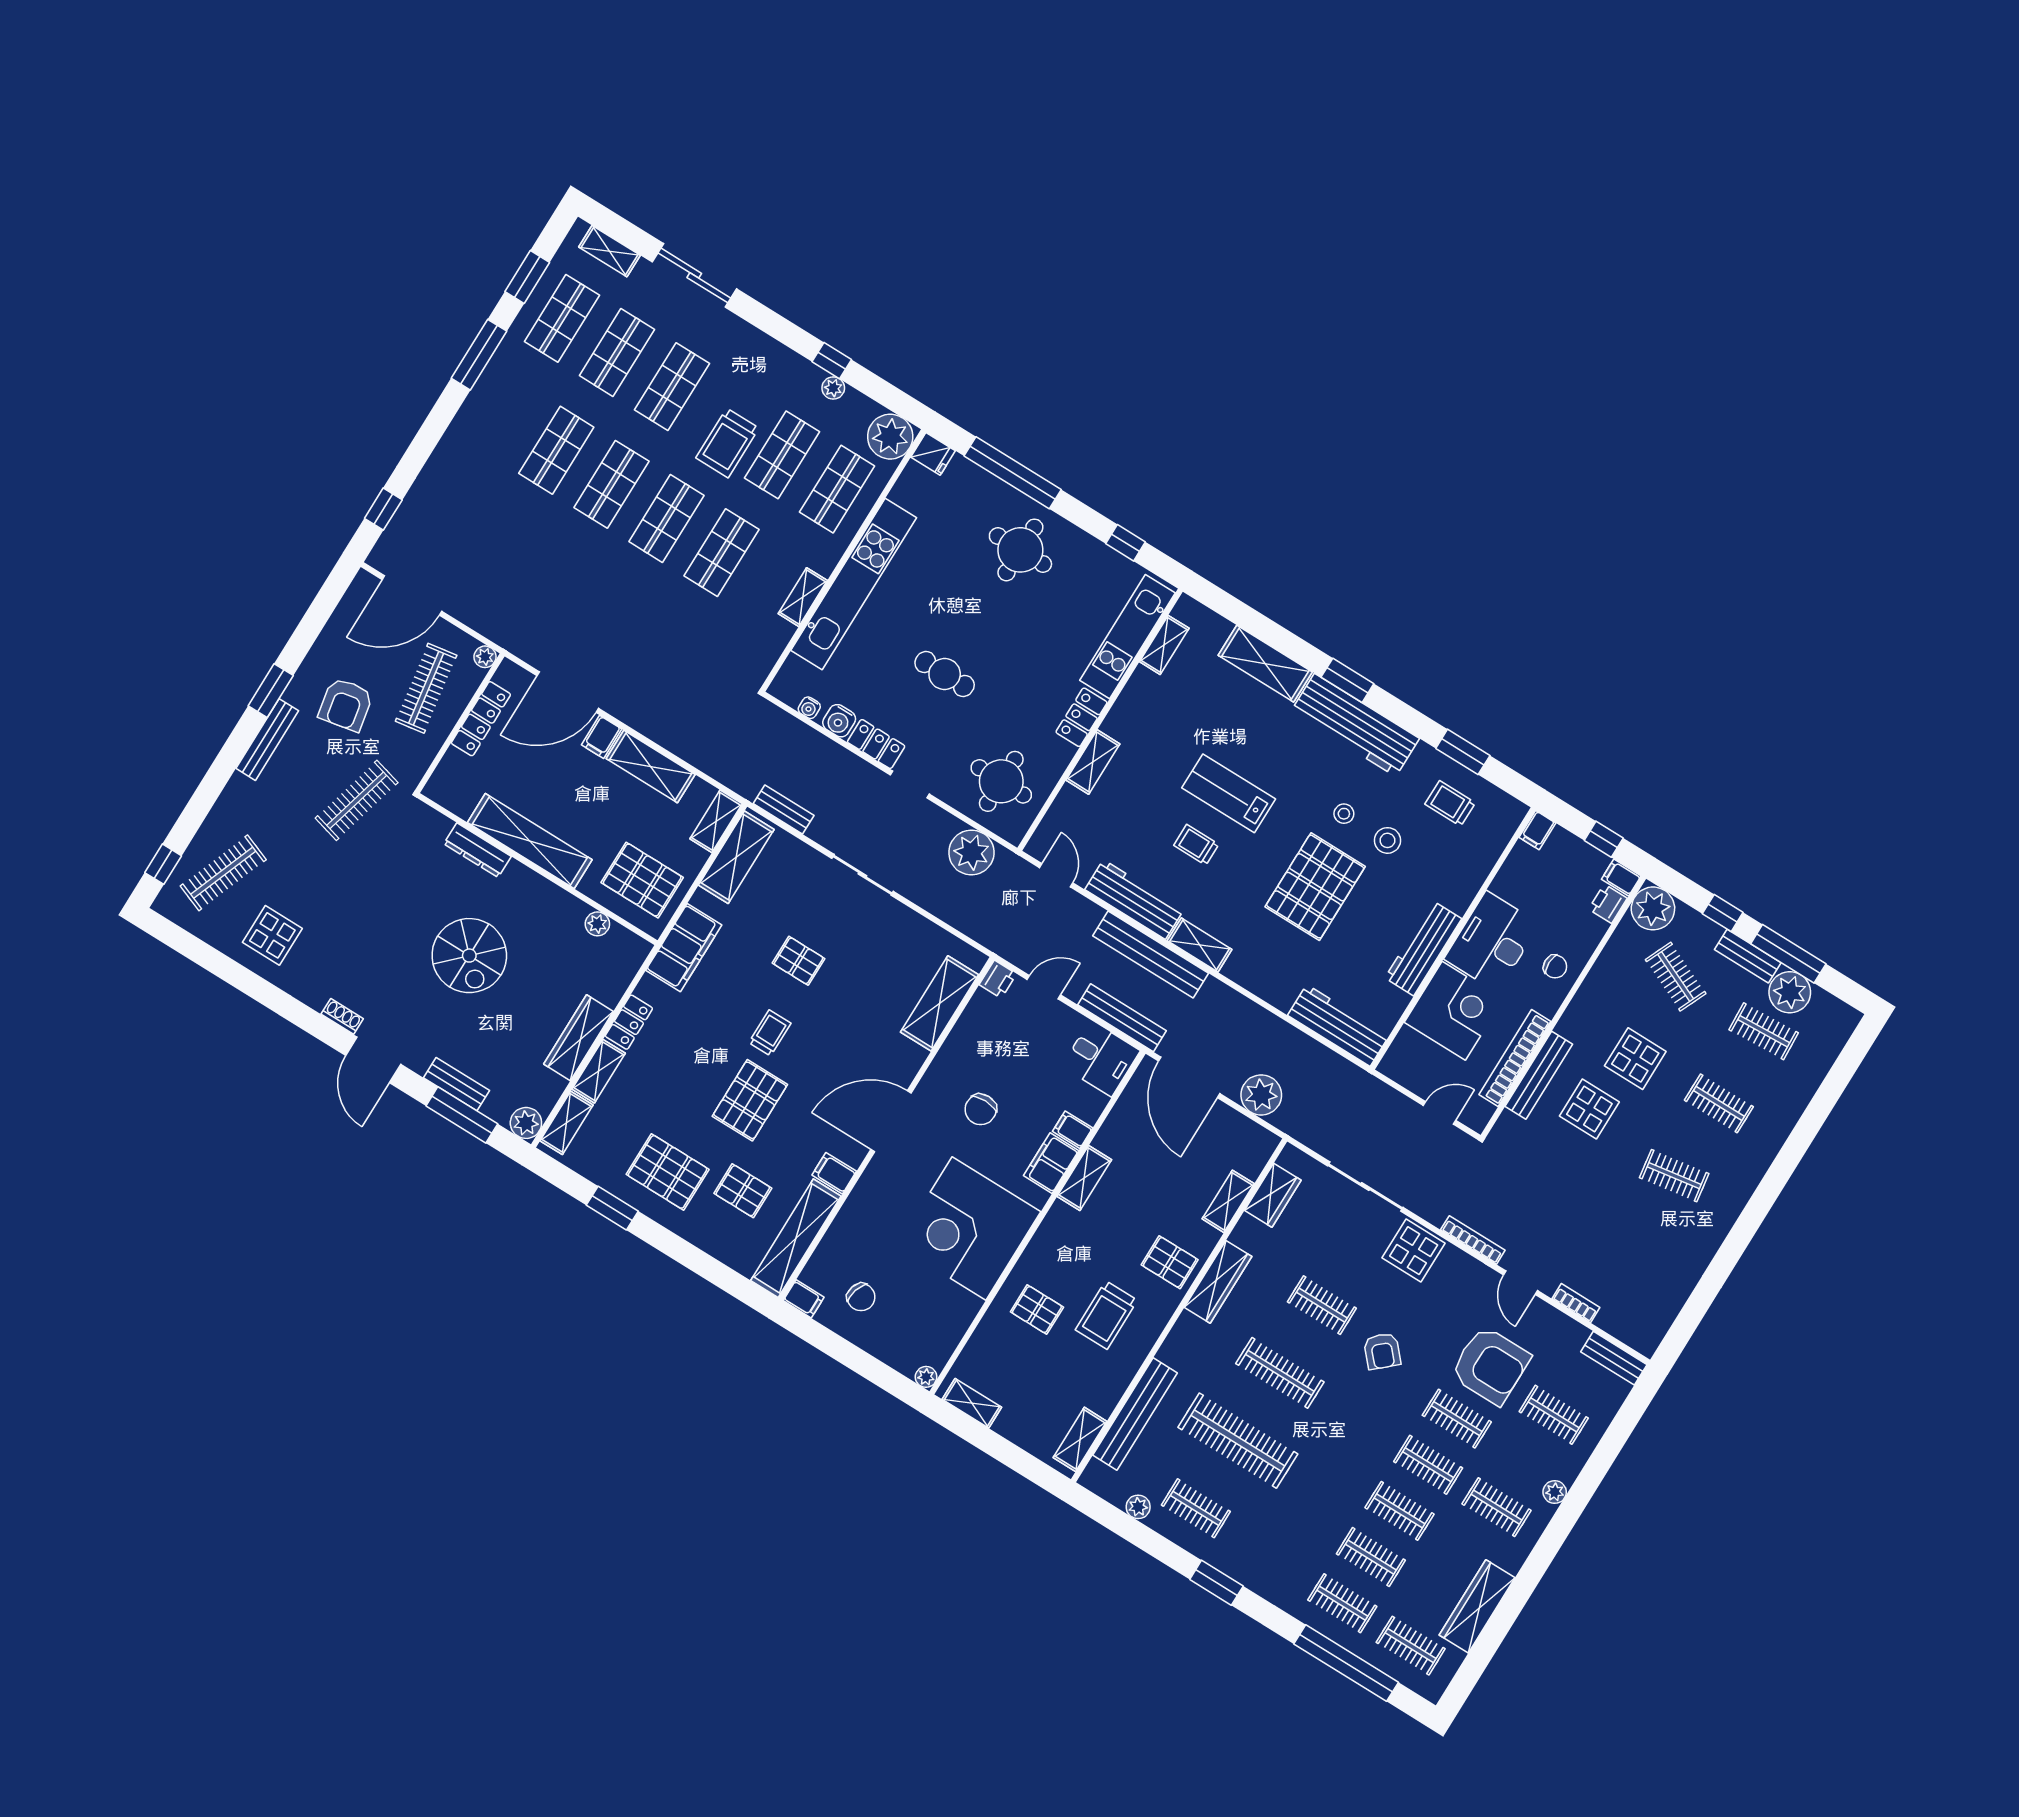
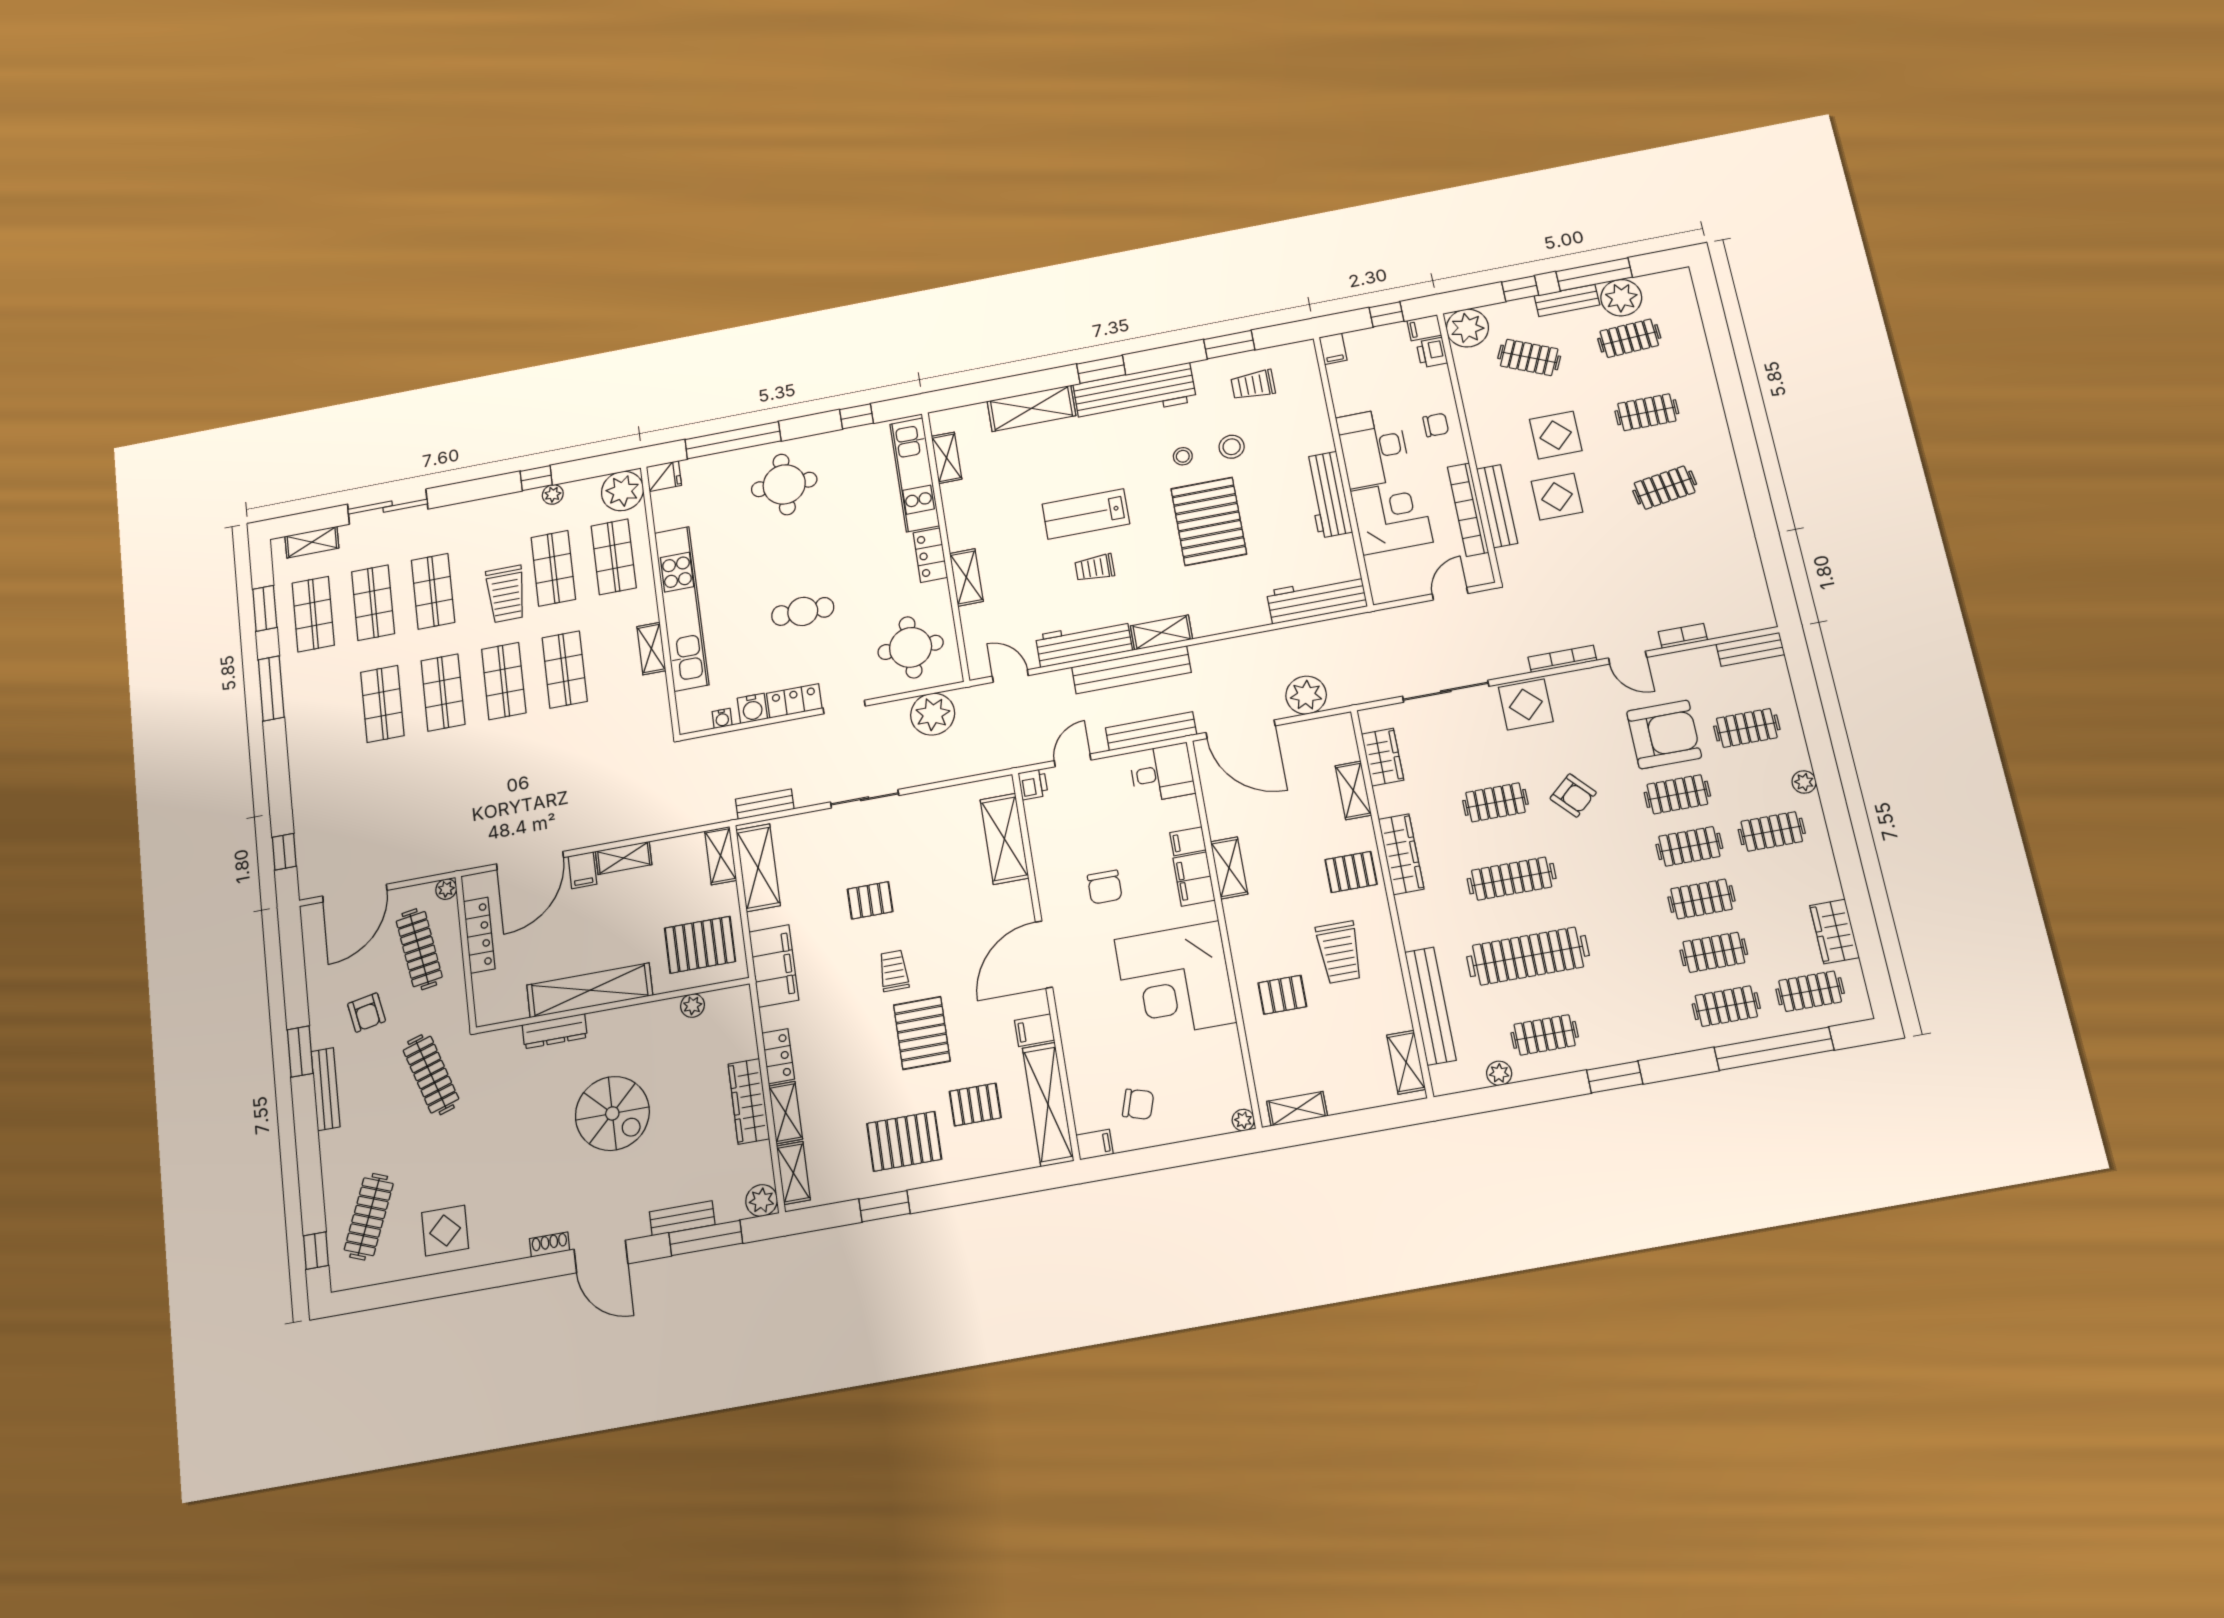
armchair: (346, 705) -> (366, 1013), width x0.72, depth x0.72
shelving: (651, 766) -> (624, 858), width x0.67, depth x0.75
clothes rail: (357, 800) -> (431, 1074), turned -33
wardrobe: (1477, 1606) -> (1835, 931), width x0.67

